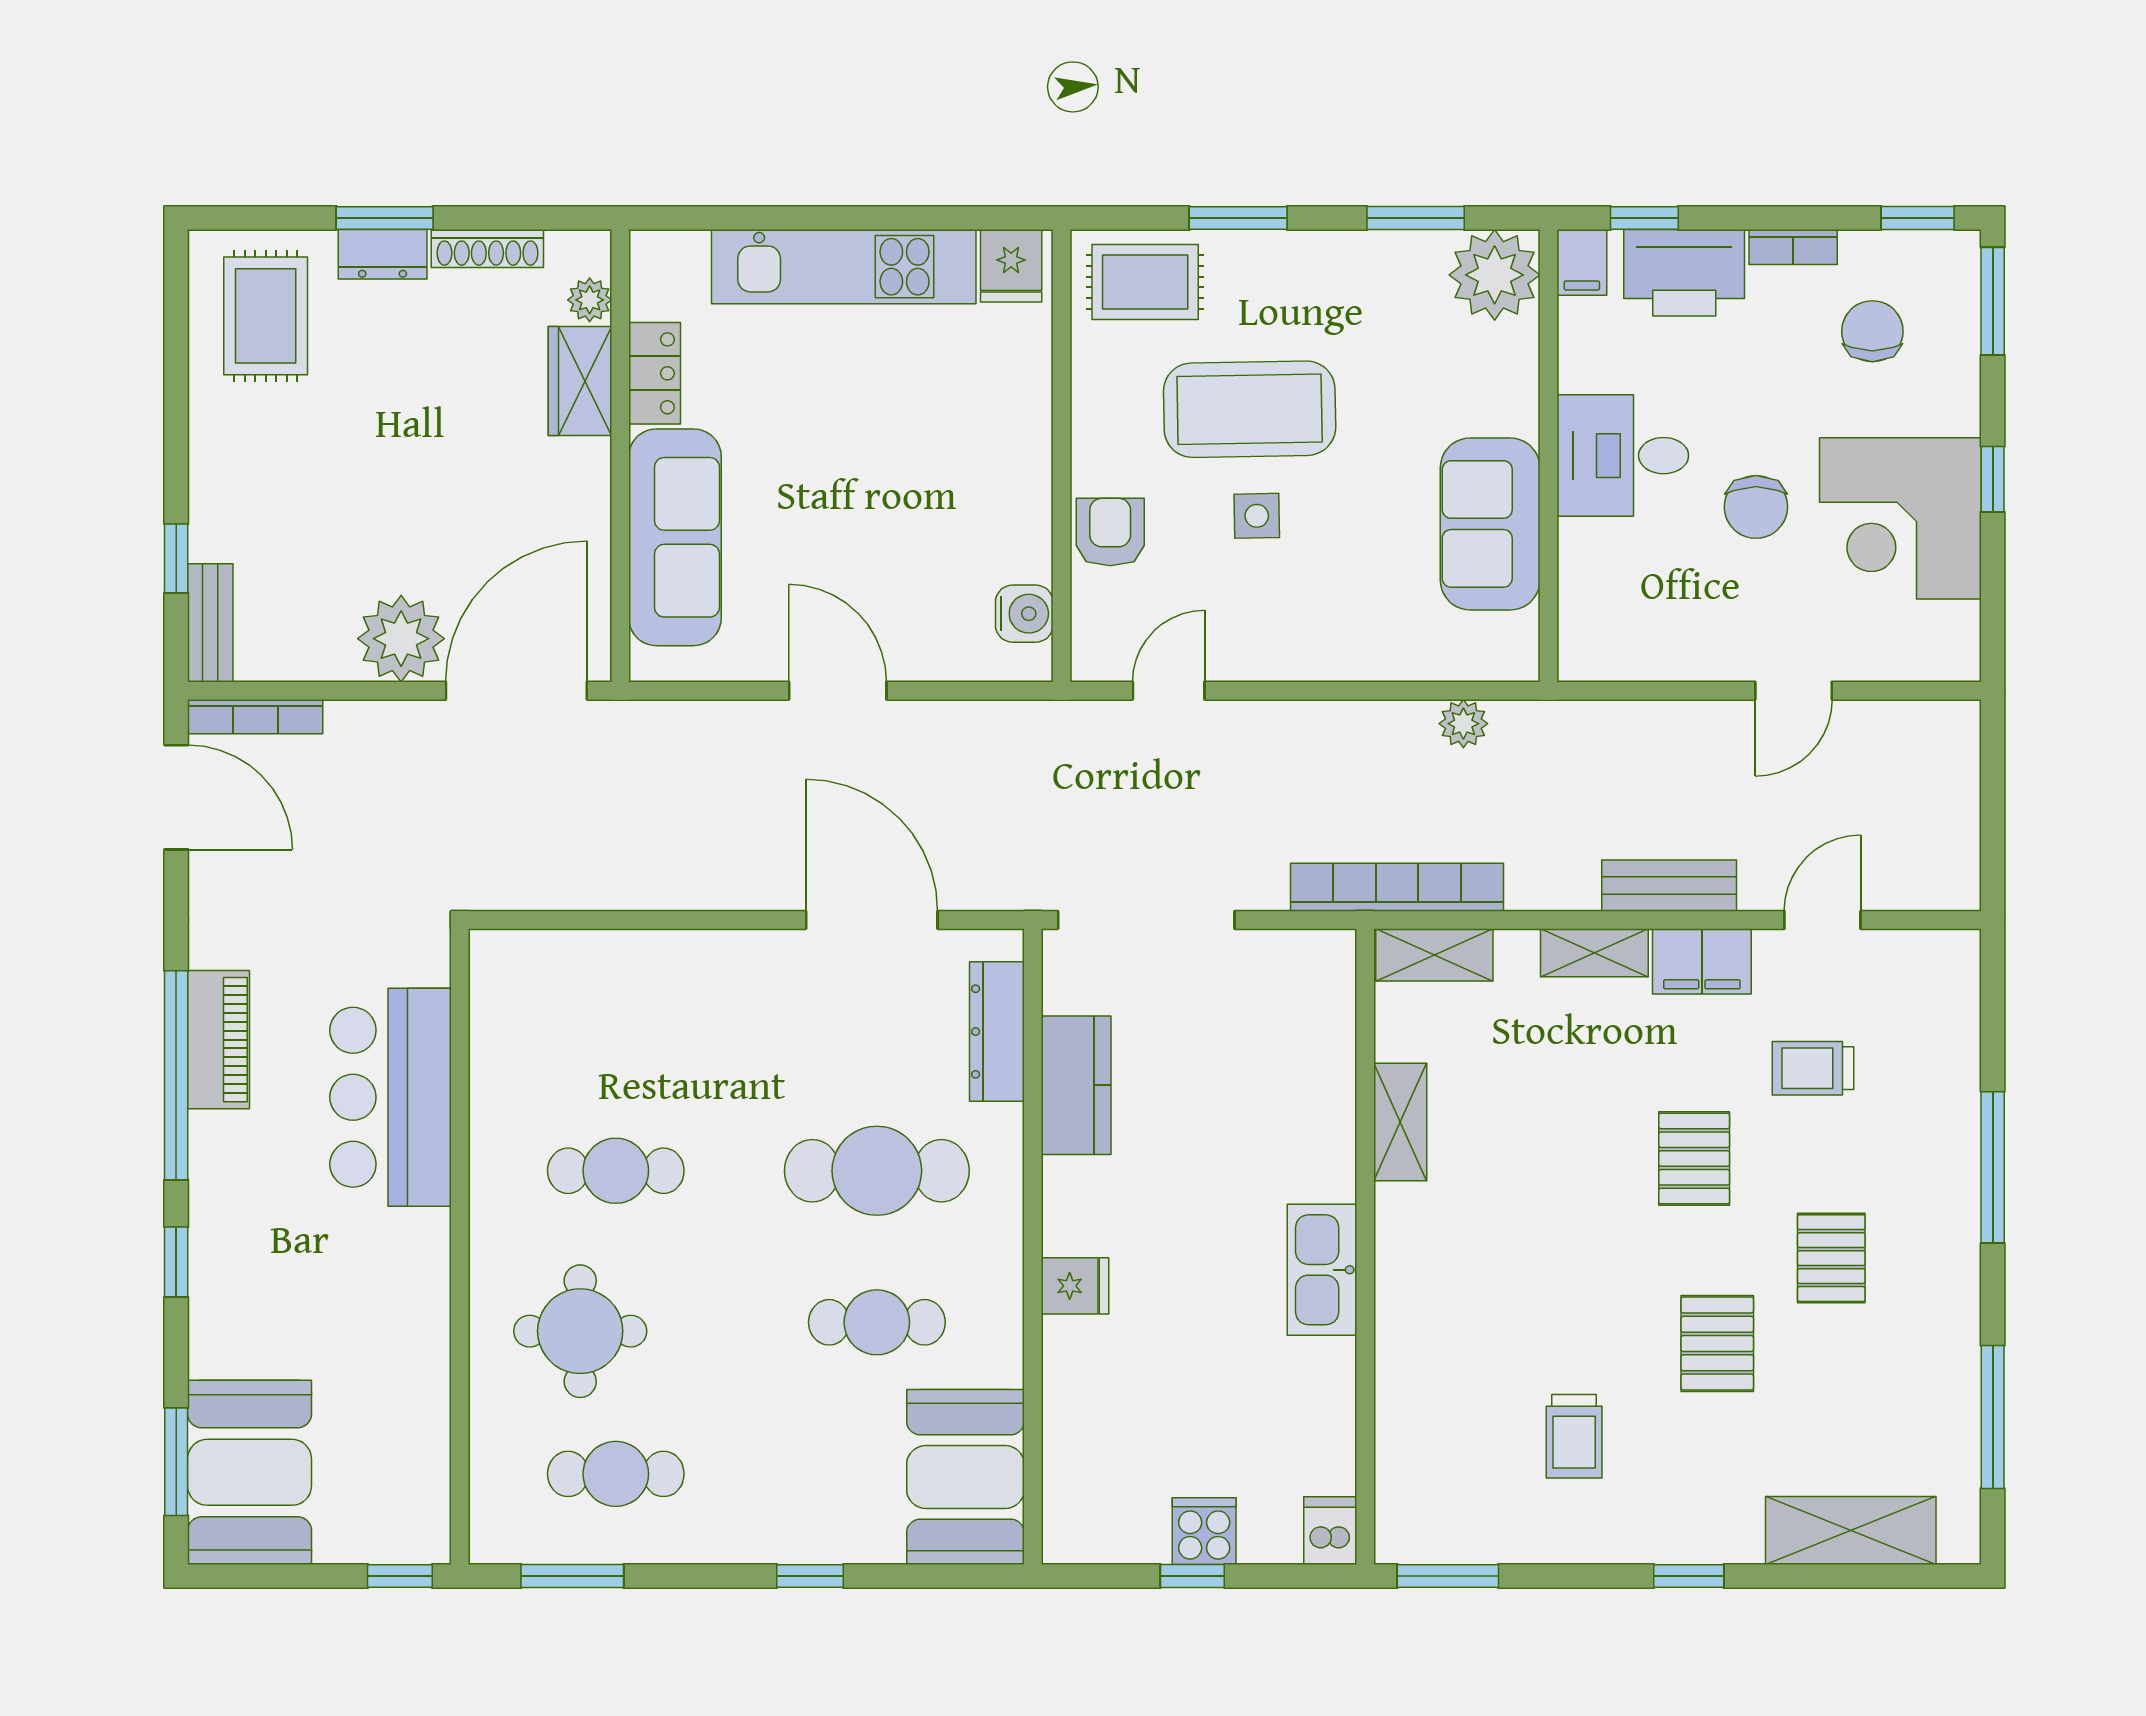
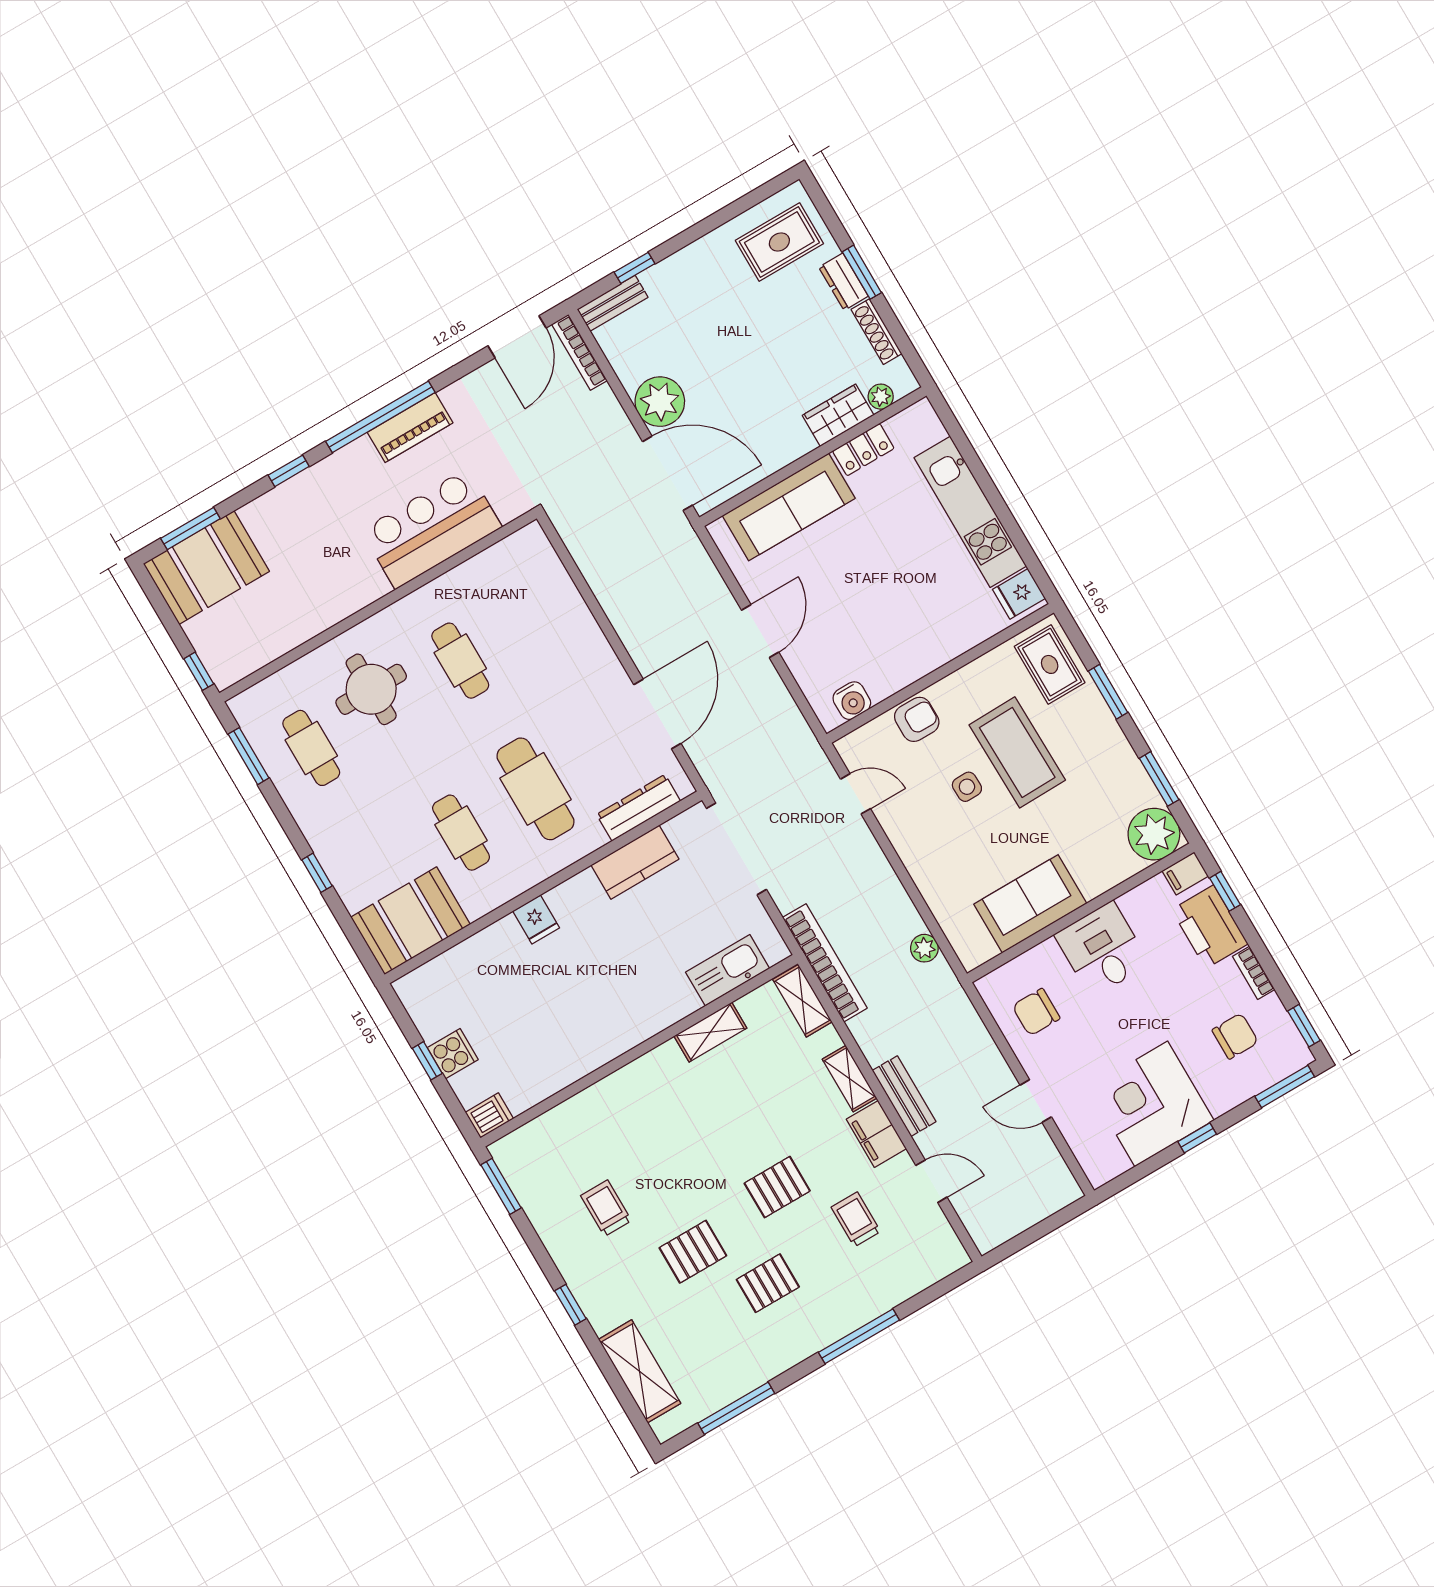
chair: (1756, 507) -> (1036, 1012), moved
kitchen sink: (1322, 1270) -> (728, 970), moved
trolley: (1574, 1436) -> (606, 1208), turned 90

